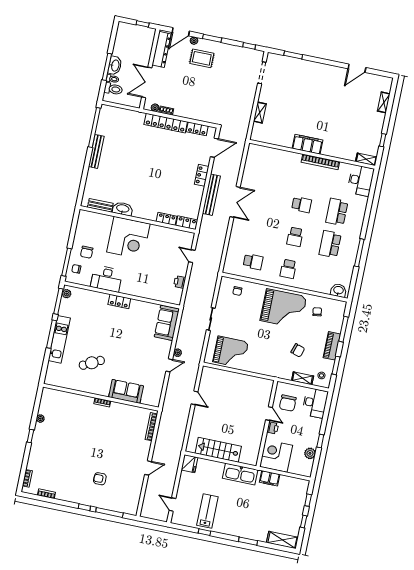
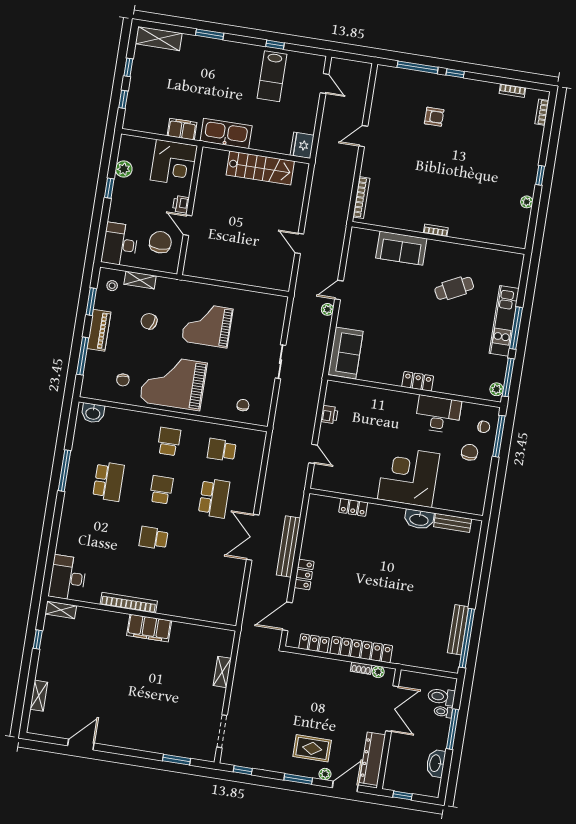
washbasin: (115, 65) -> (436, 763), moved
bench: (96, 151) -> (458, 630), moved
school desk: (337, 212) -> (214, 498), moved
locker: (187, 223) -> (323, 503), removed
grand piano: (231, 352) -> (207, 325), moved

